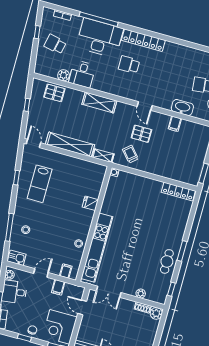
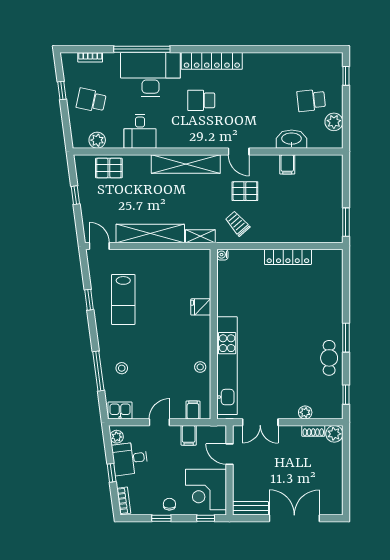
plant: (63, 75) -> (97, 140), moved
shelving: (99, 102) -> (186, 164), width x1.47
locker: (178, 191) -> (288, 257), moved

